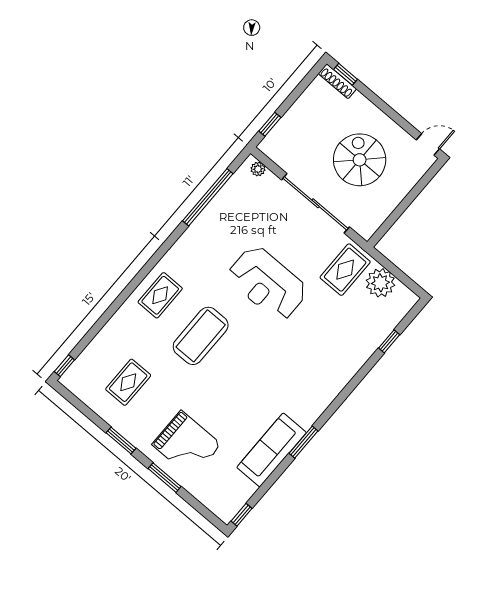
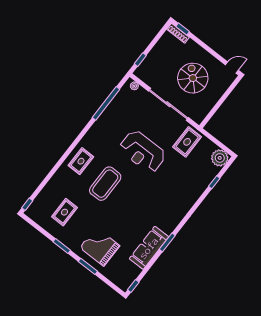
plant: (380, 283) -> (220, 158), moved
grand piano: (187, 444) -> (100, 247), turned 180

